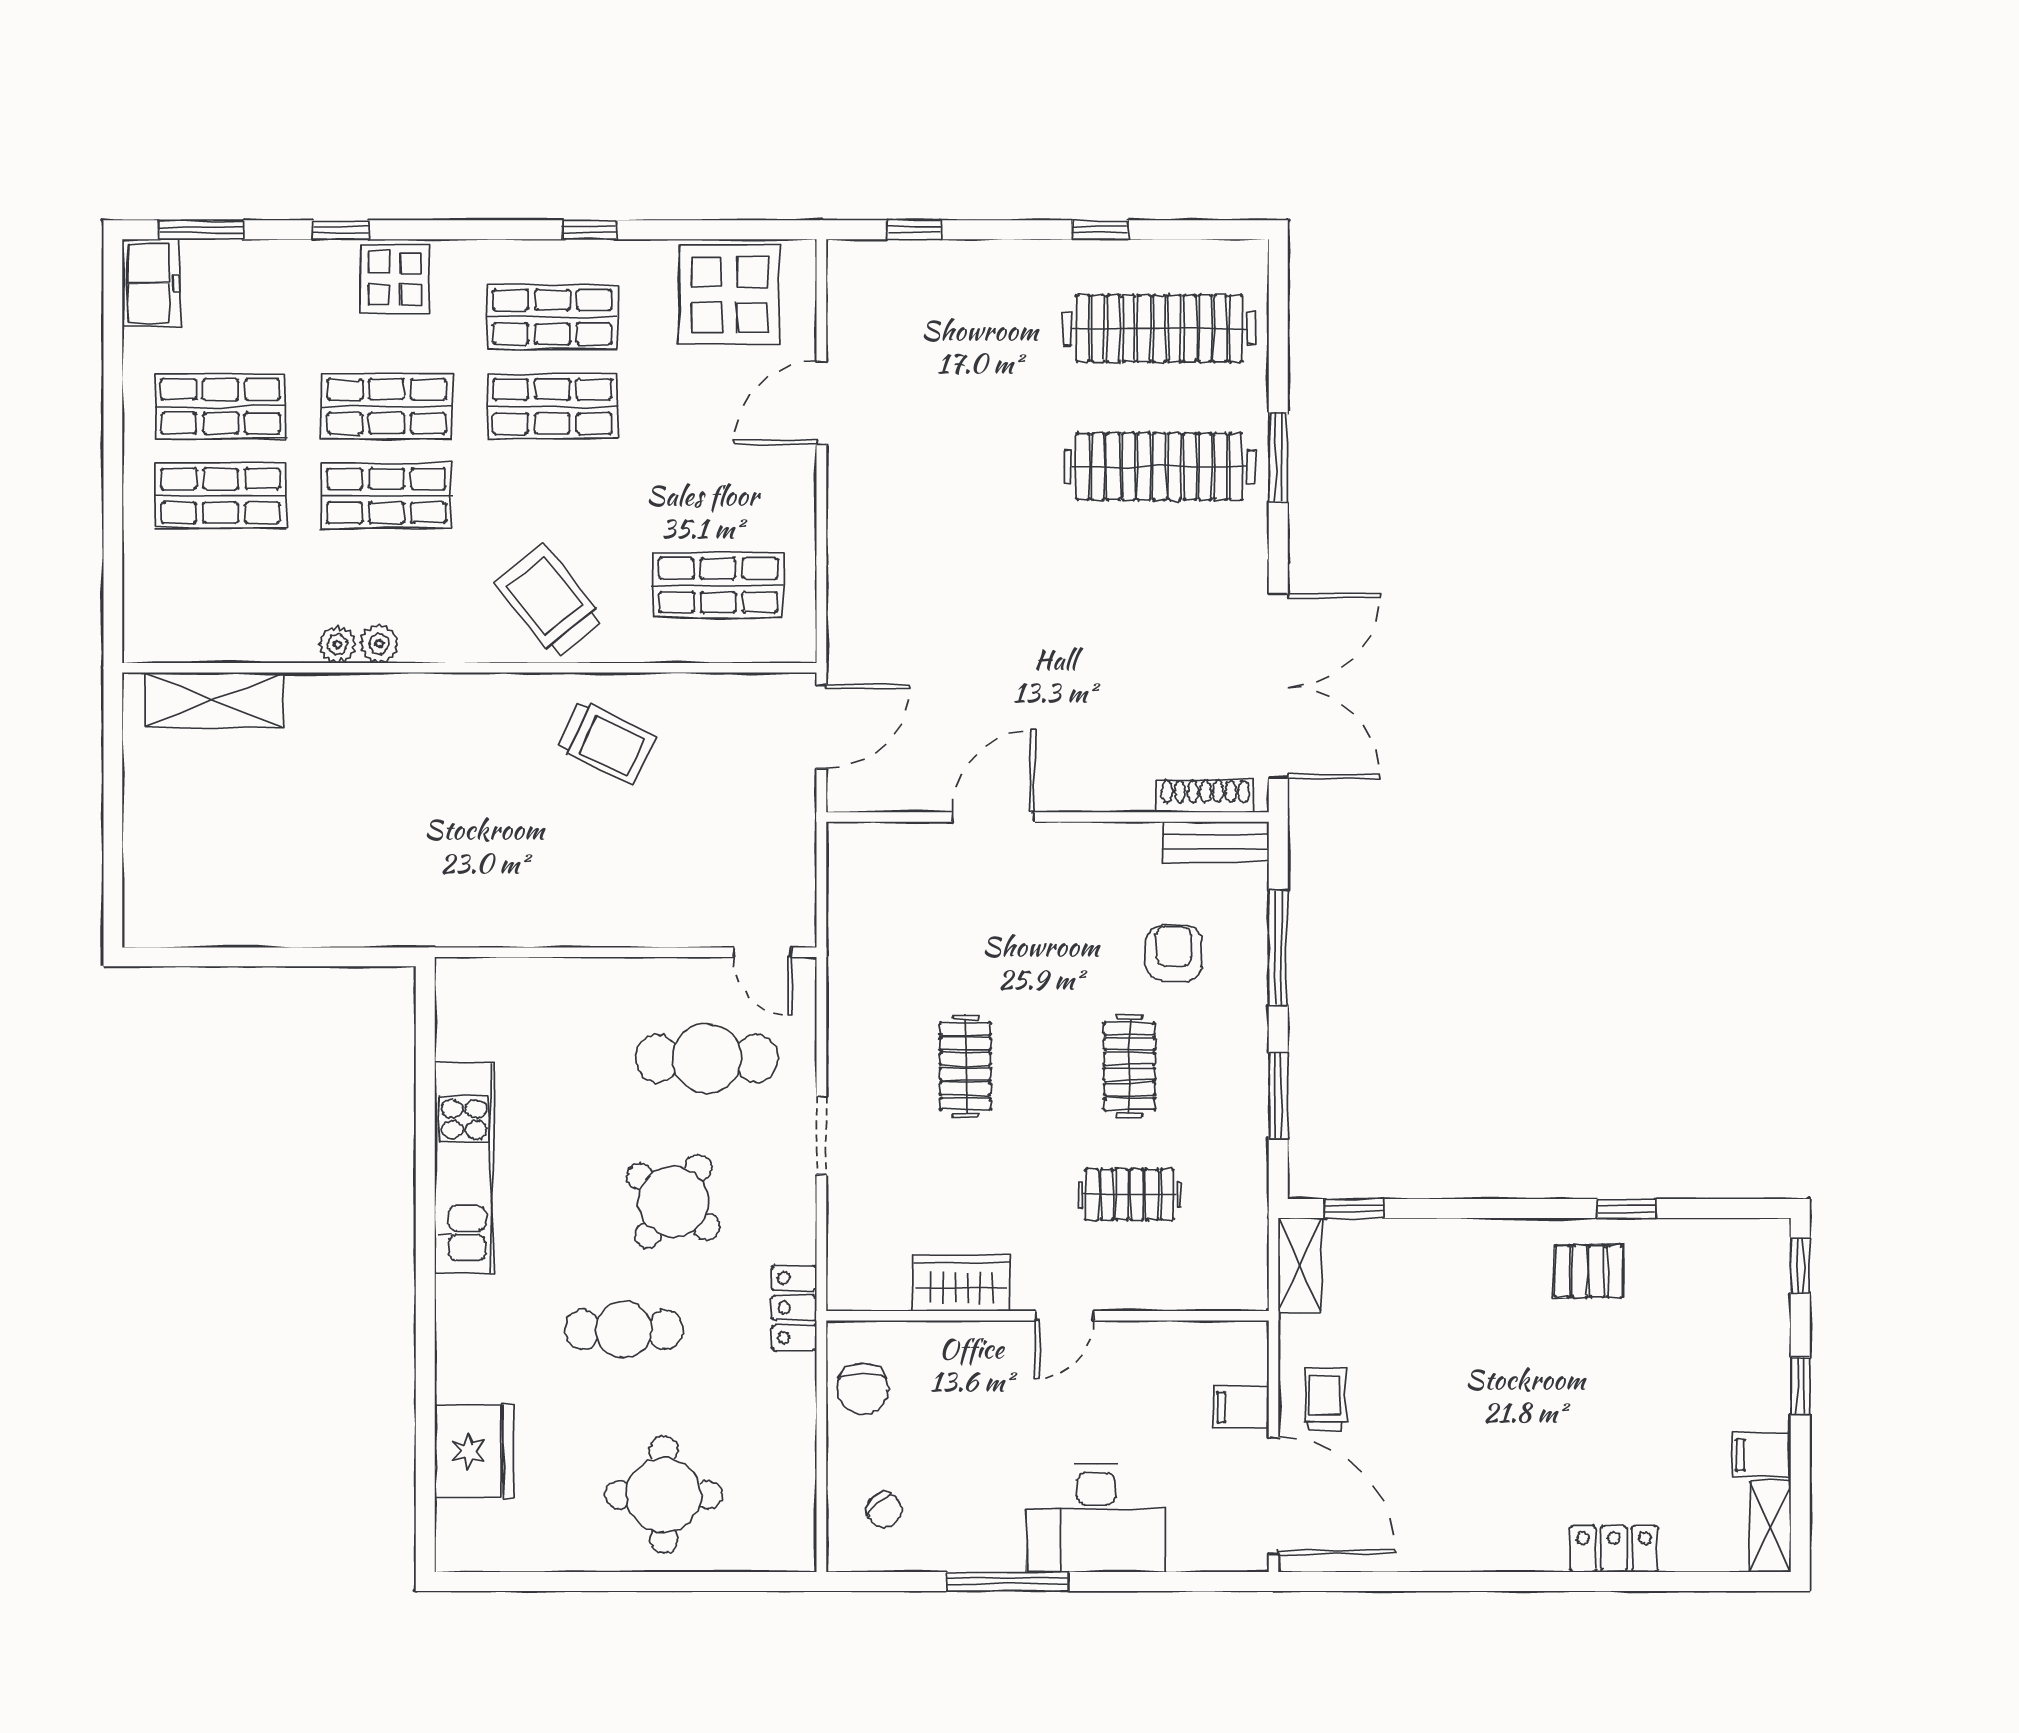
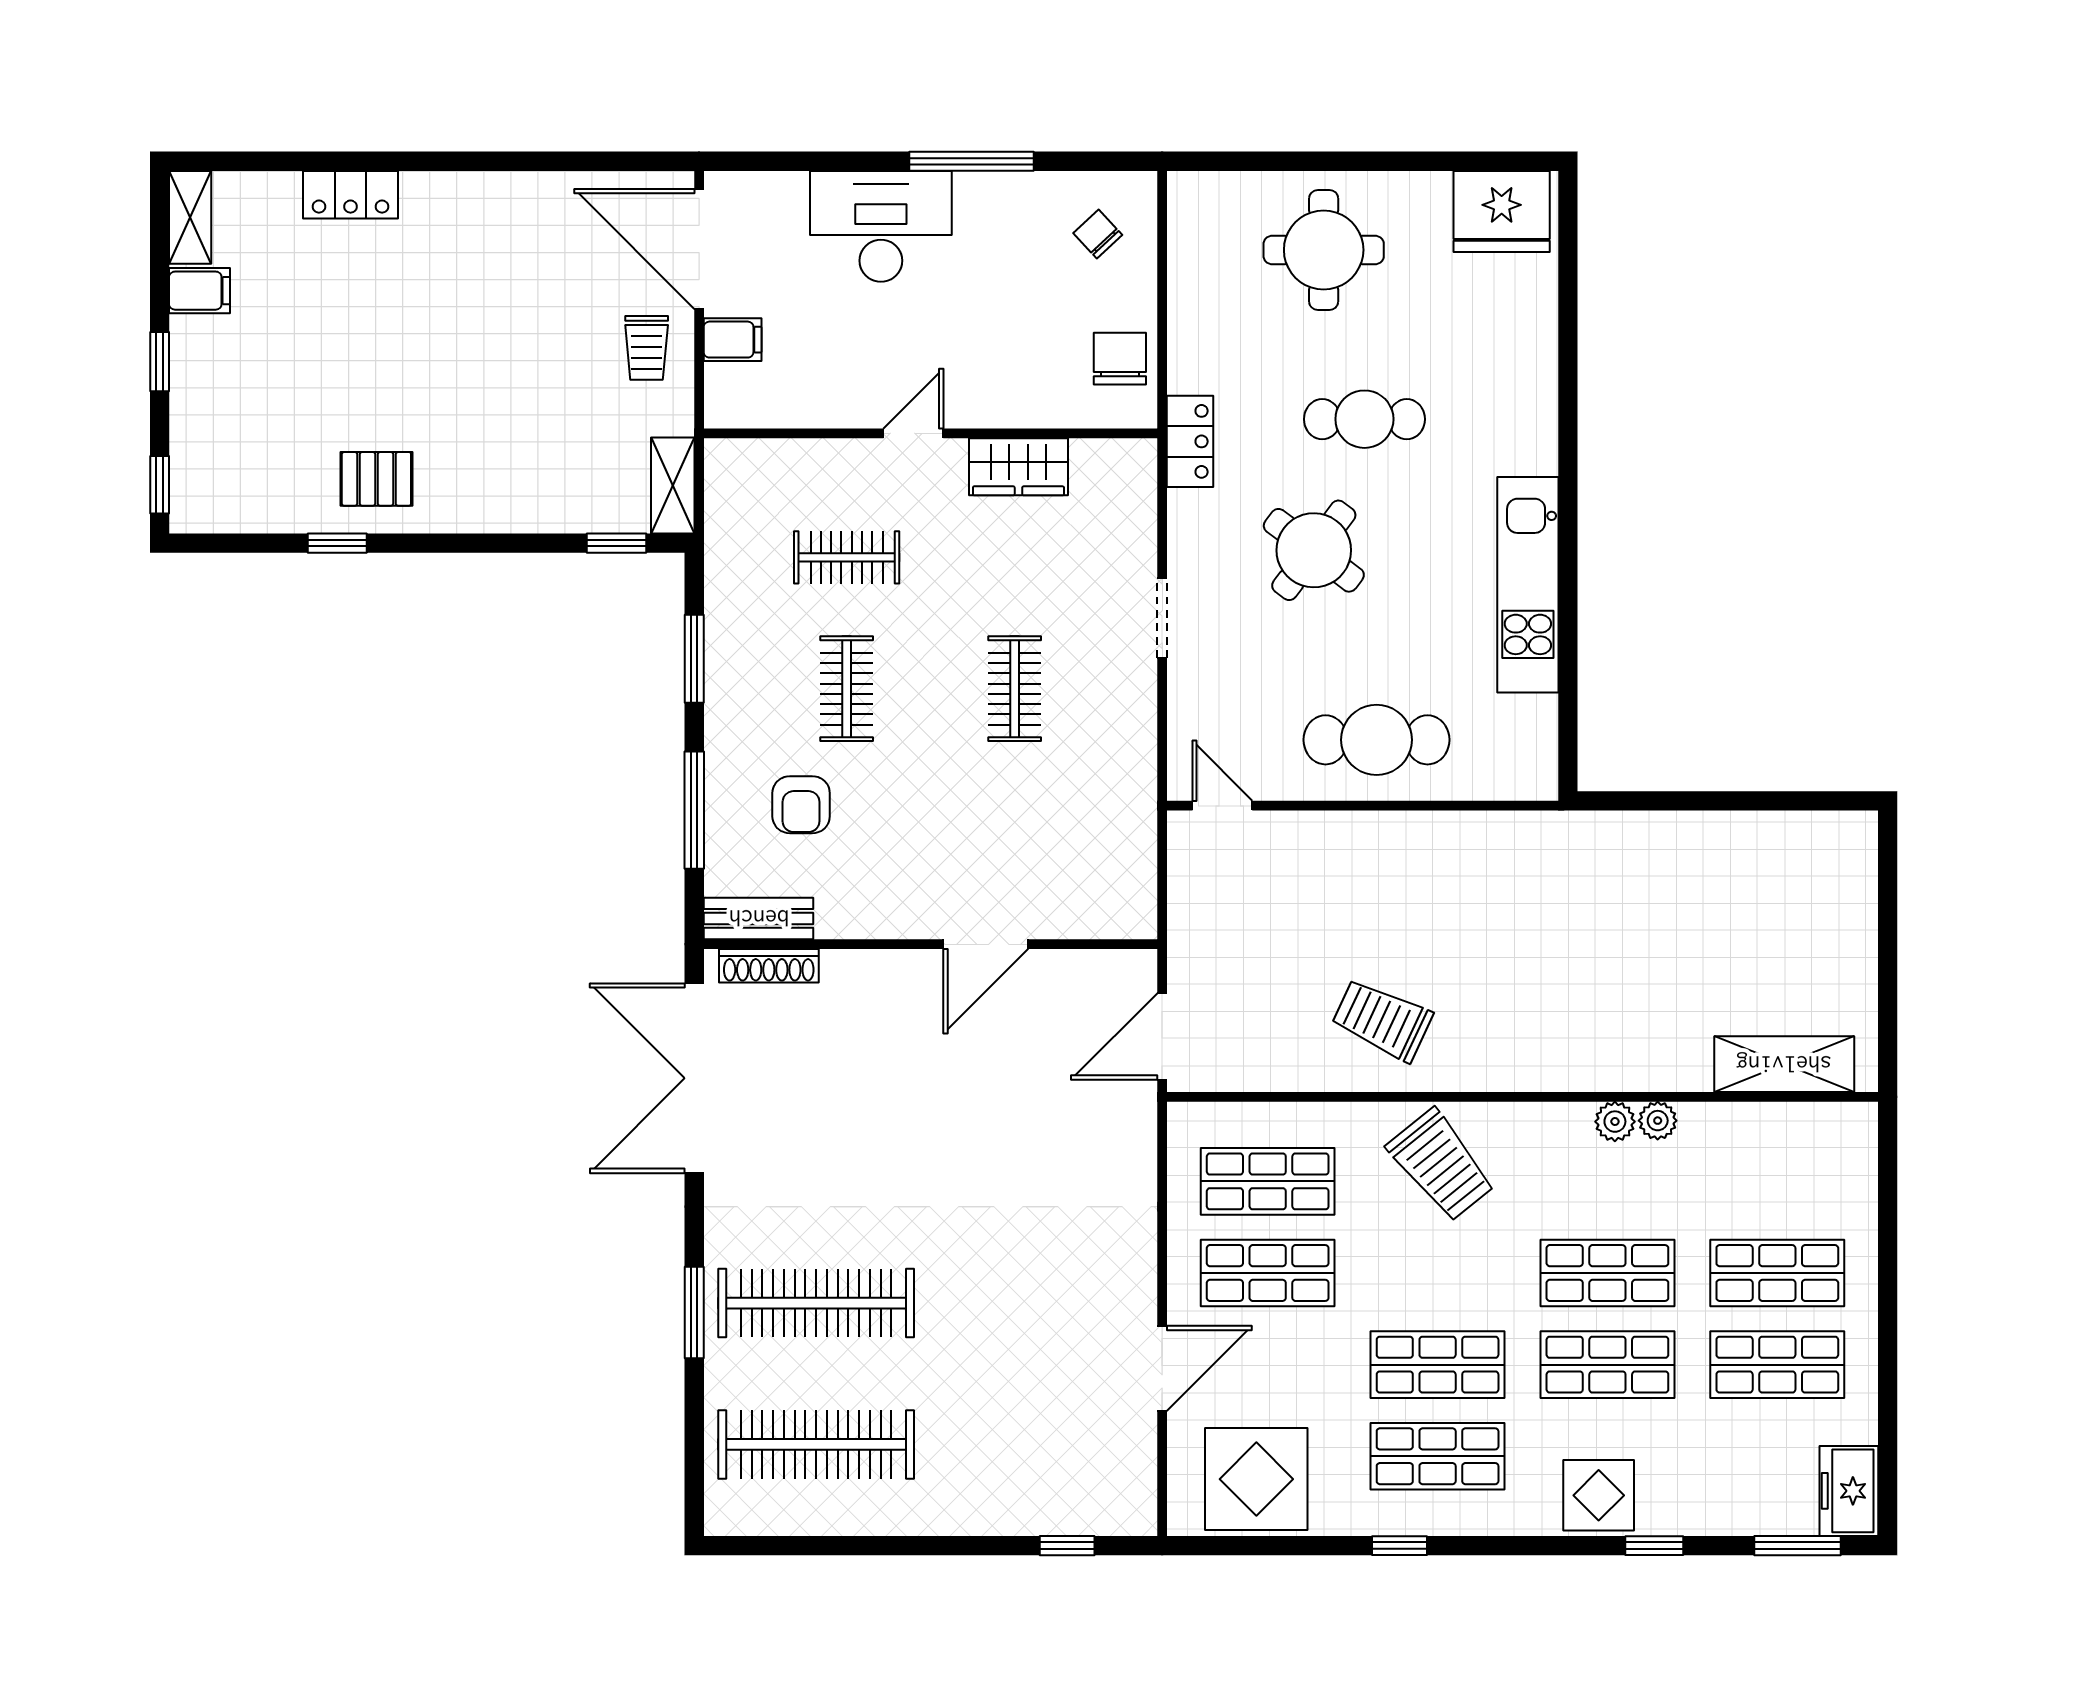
window: (1100, 230) -> (877, 1546), removed
shop shelf: (718, 496) -> (1268, 1273), added
cafe table: (707, 1058) -> (1377, 740), moved
fridge: (474, 1451) -> (1502, 211), moved, turned -90

